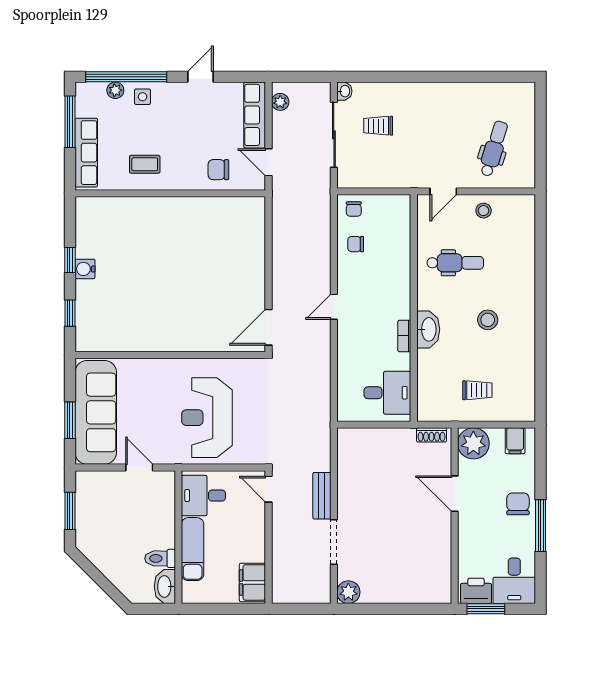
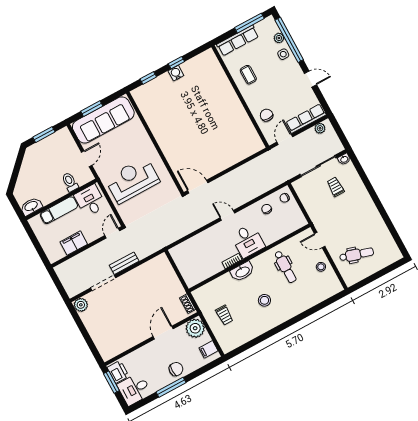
desk: (387, 393) -> (248, 241), moved
toilet: (160, 558) -> (70, 182), moved
filing cabinet: (252, 582) -> (74, 243), moved

